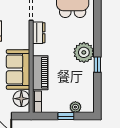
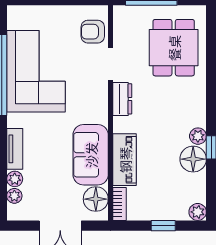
plant: (84, 52) -> (198, 136), width x0.53, depth x0.53
floor lamp: (85, 72) -> (193, 159), added
plant: (75, 107) -> (198, 212), moved

